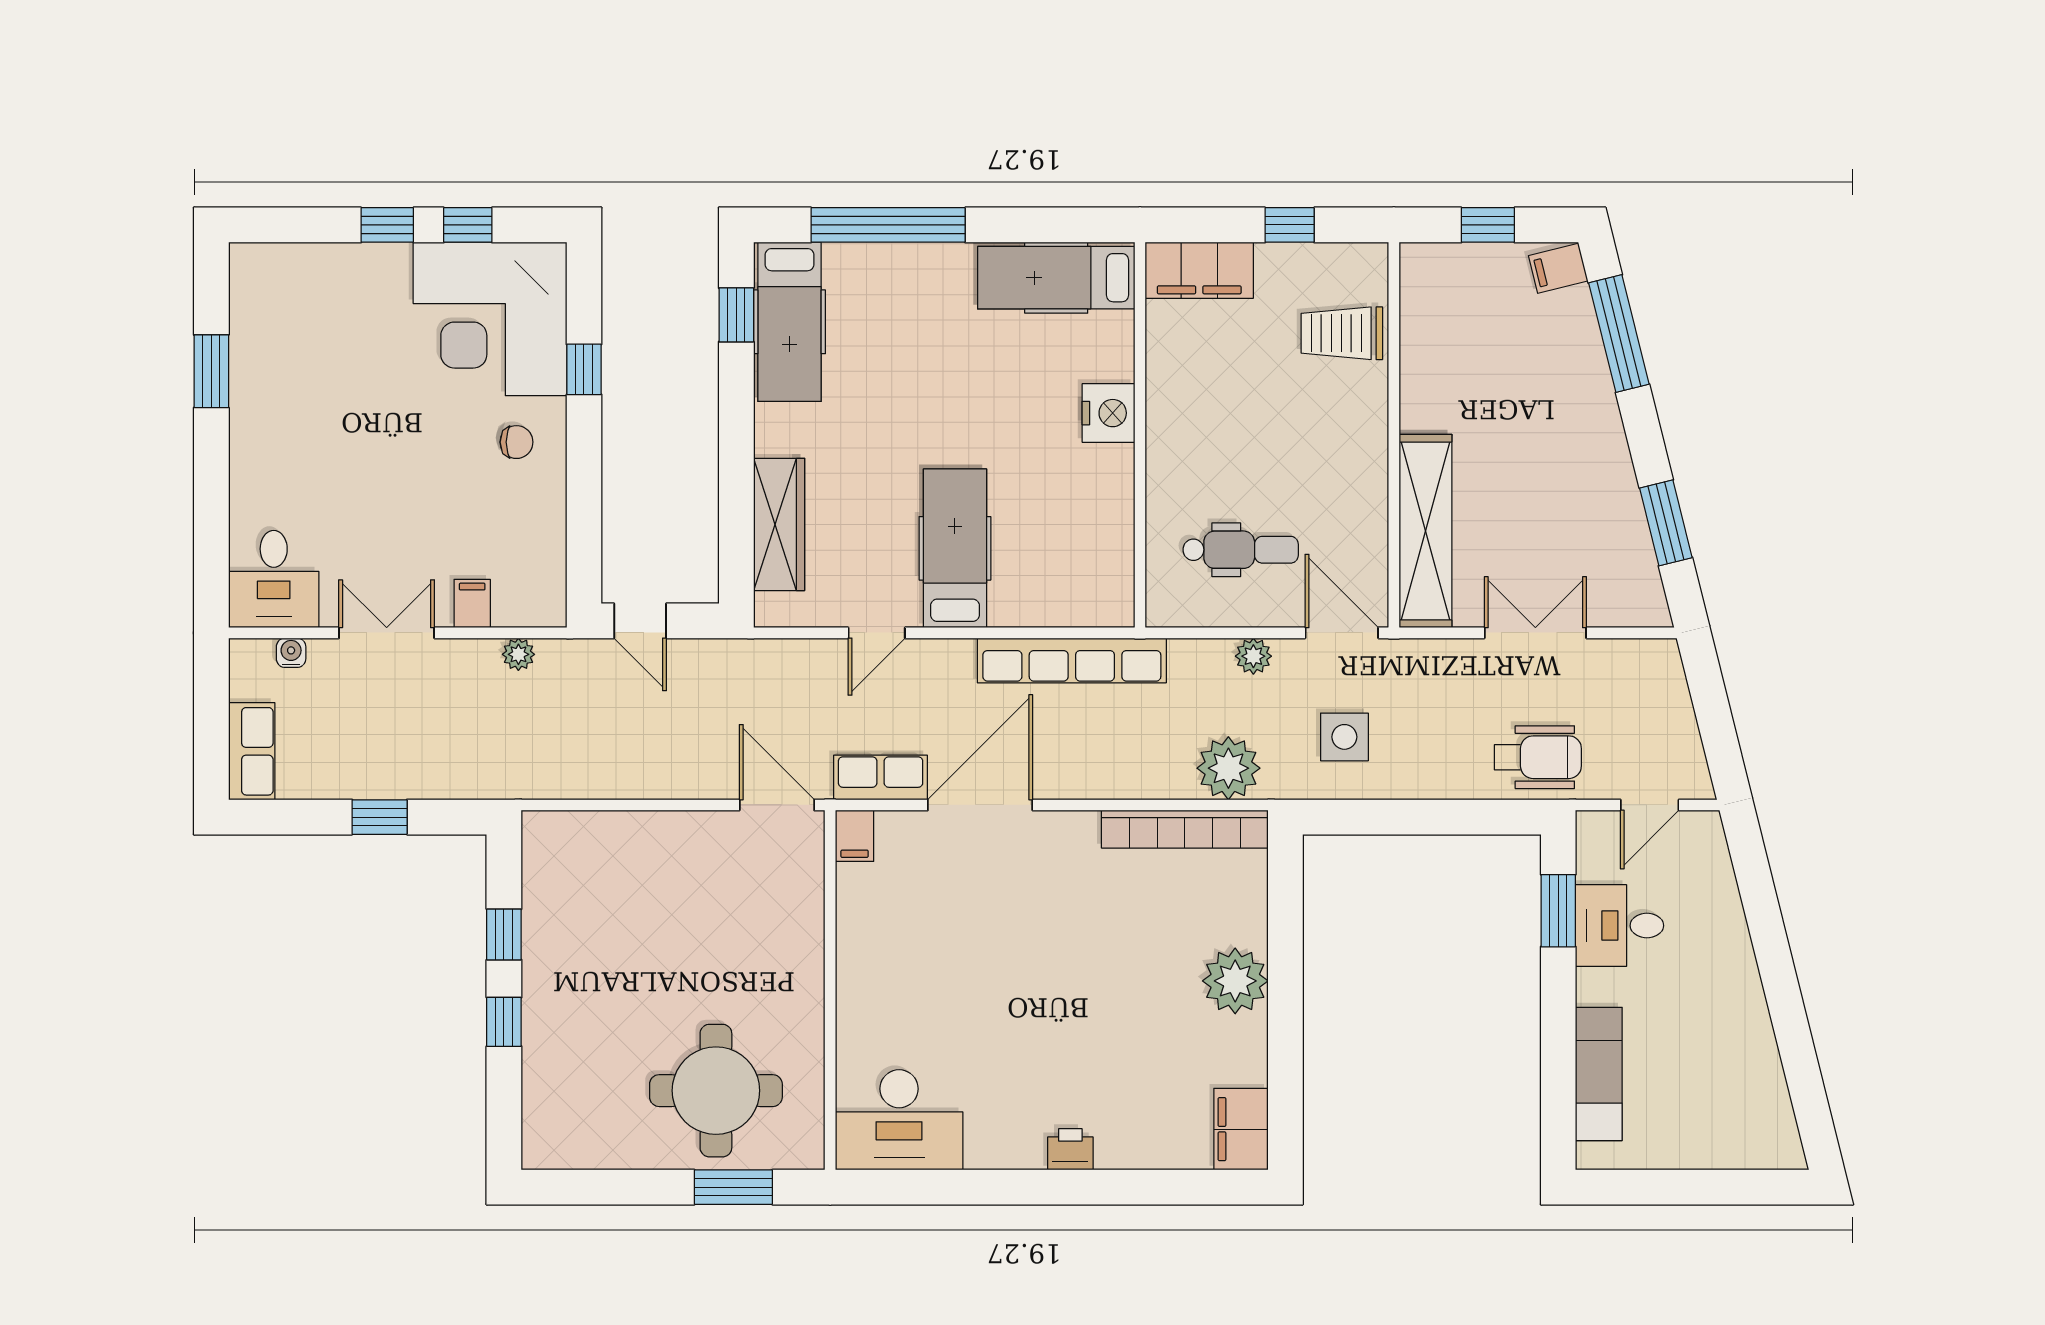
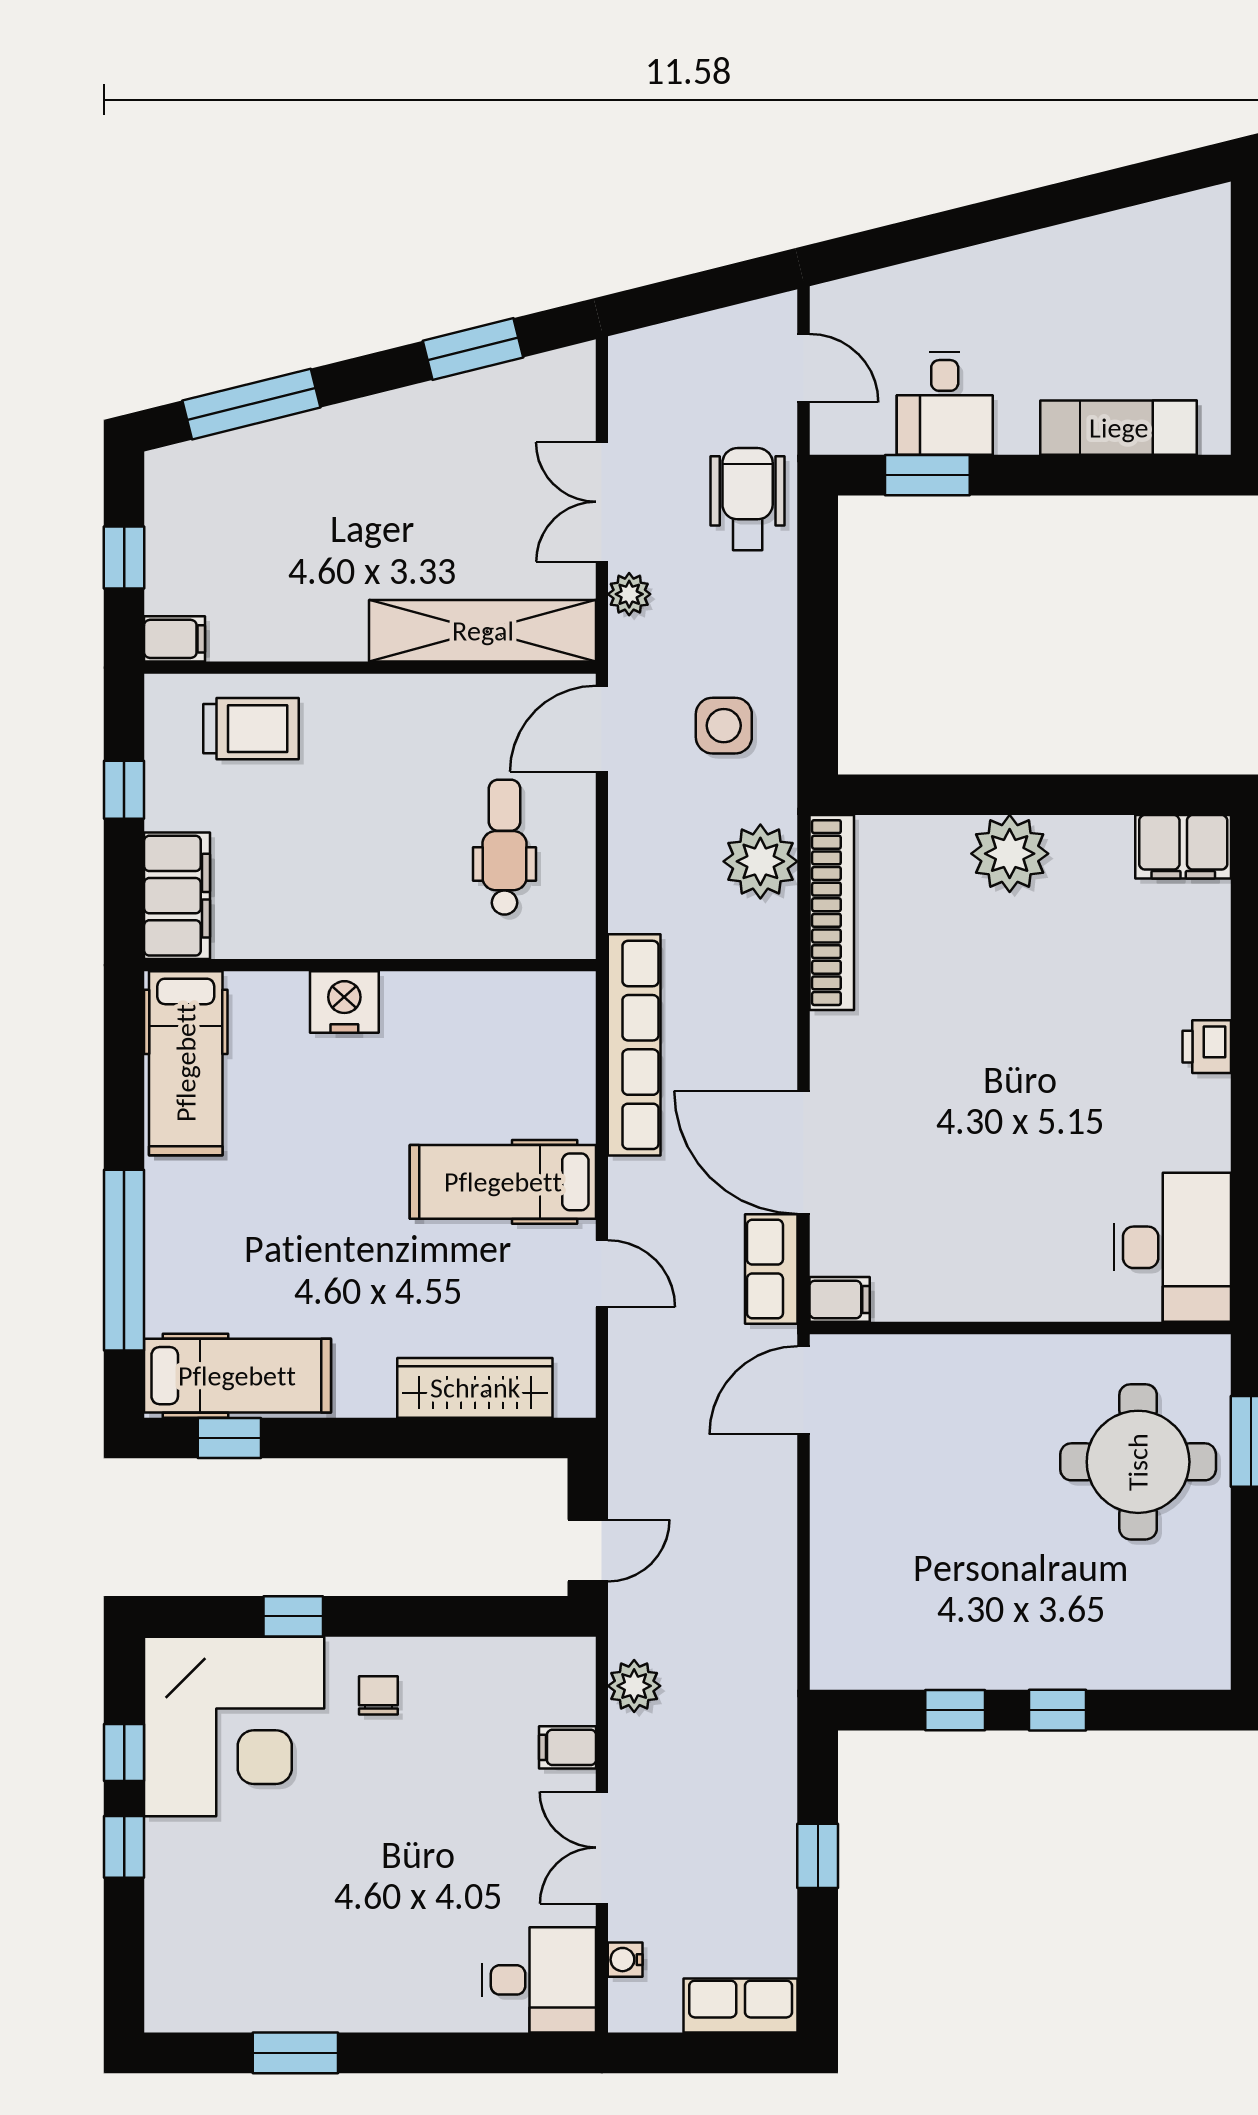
filing cabinet: (1558, 268) -> (175, 639), moved, turned -76
trolley: (1342, 333) -> (251, 729), turned -90
plant: (518, 654) -> (634, 1686), width x1.38, depth x1.38
plant: (1253, 656) -> (629, 594), moved

